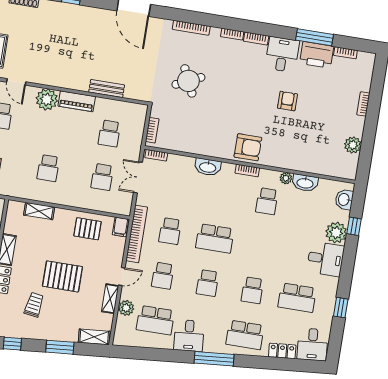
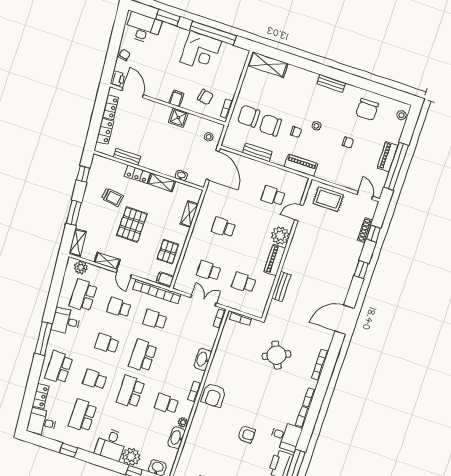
school desk: (260, 246) -> (131, 392), added
plant: (126, 308) -> (81, 267), moved

